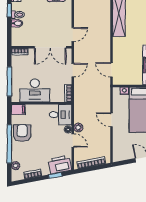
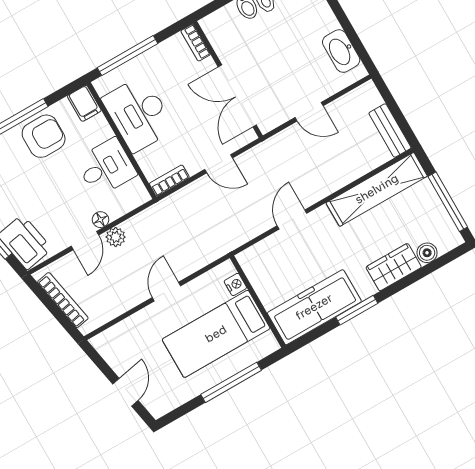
door: (73, 35) -> (309, 112), moved
door: (112, 70) -> (292, 220), moved
desk: (61, 115) -> (106, 167), moved, turned -90

